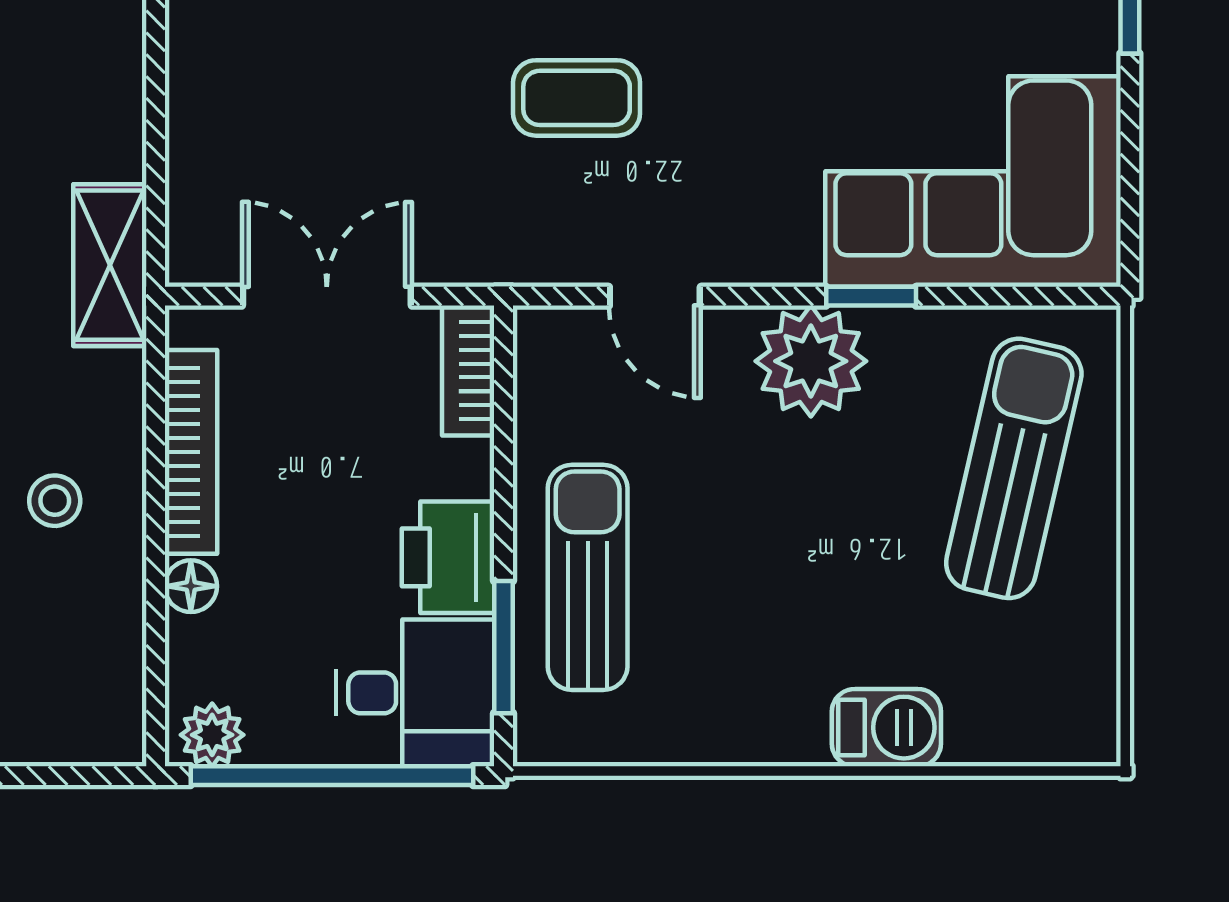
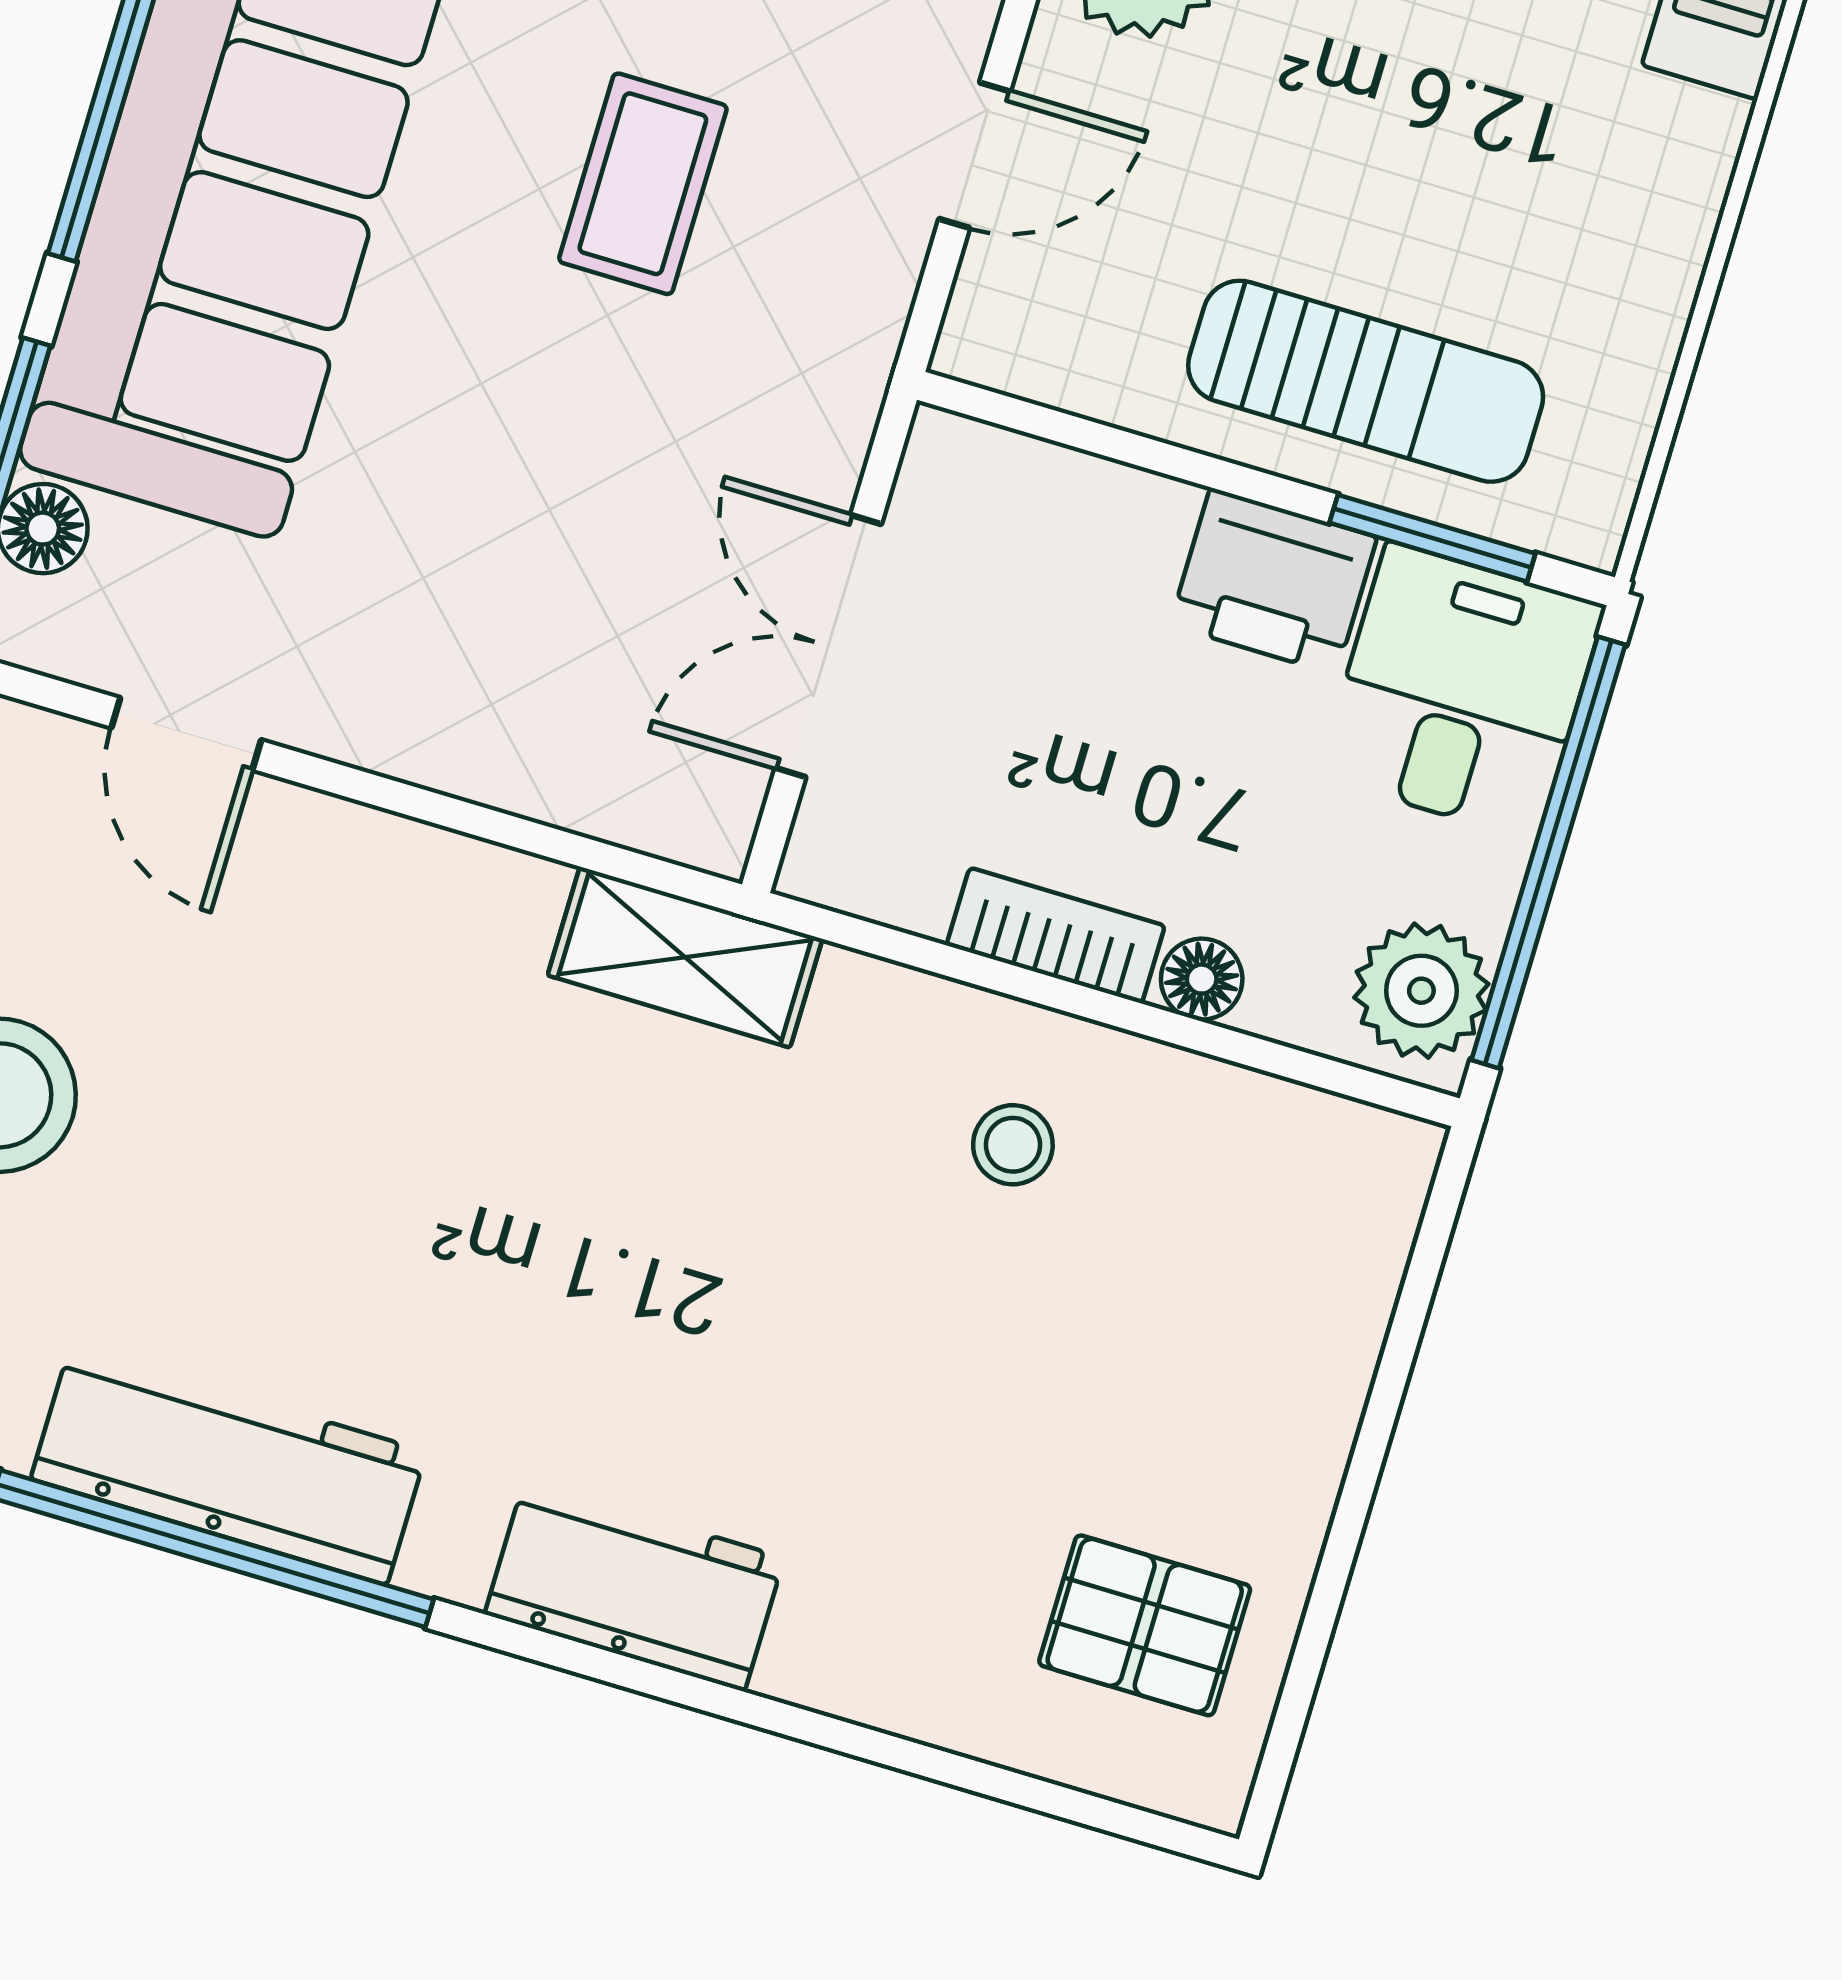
bookcase: (468, 371) -> (1003, 468), removed
bookcase: (191, 452) -> (1056, 935), width x0.64
sun lounger: (588, 577) -> (1366, 381), turned 180
plant: (212, 735) -> (1421, 991), width x1.38, depth x1.38

